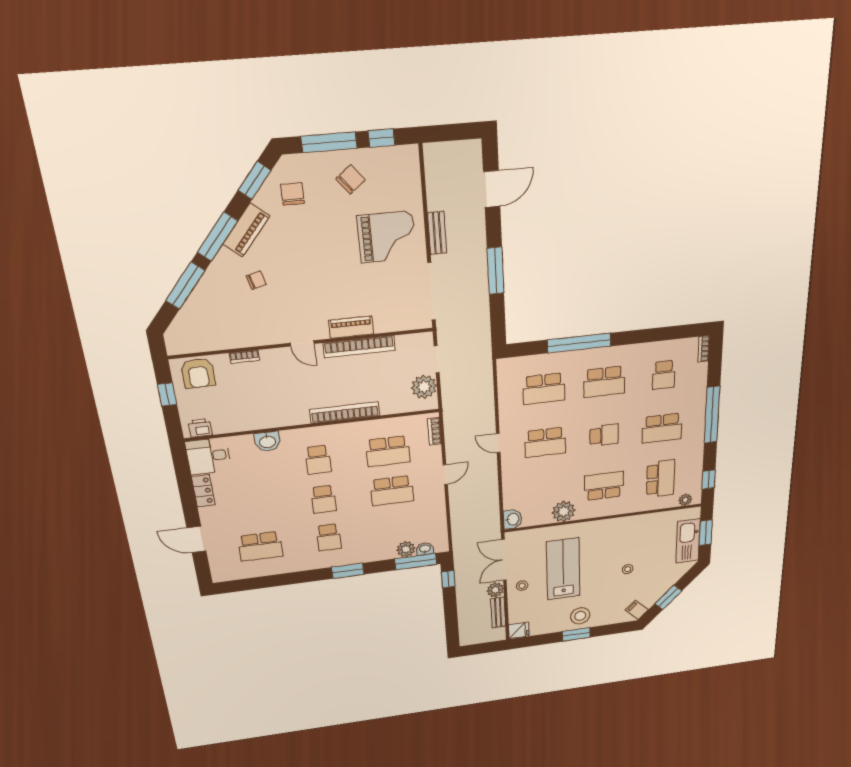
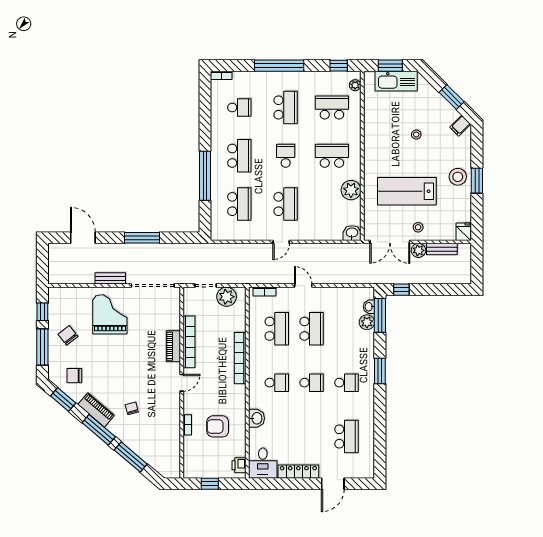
armchair: (198, 373) -> (218, 426), moved, turned 180
school desk: (604, 486) -> (332, 156), turned 90
locker: (203, 491) -> (298, 472), width x1.53

